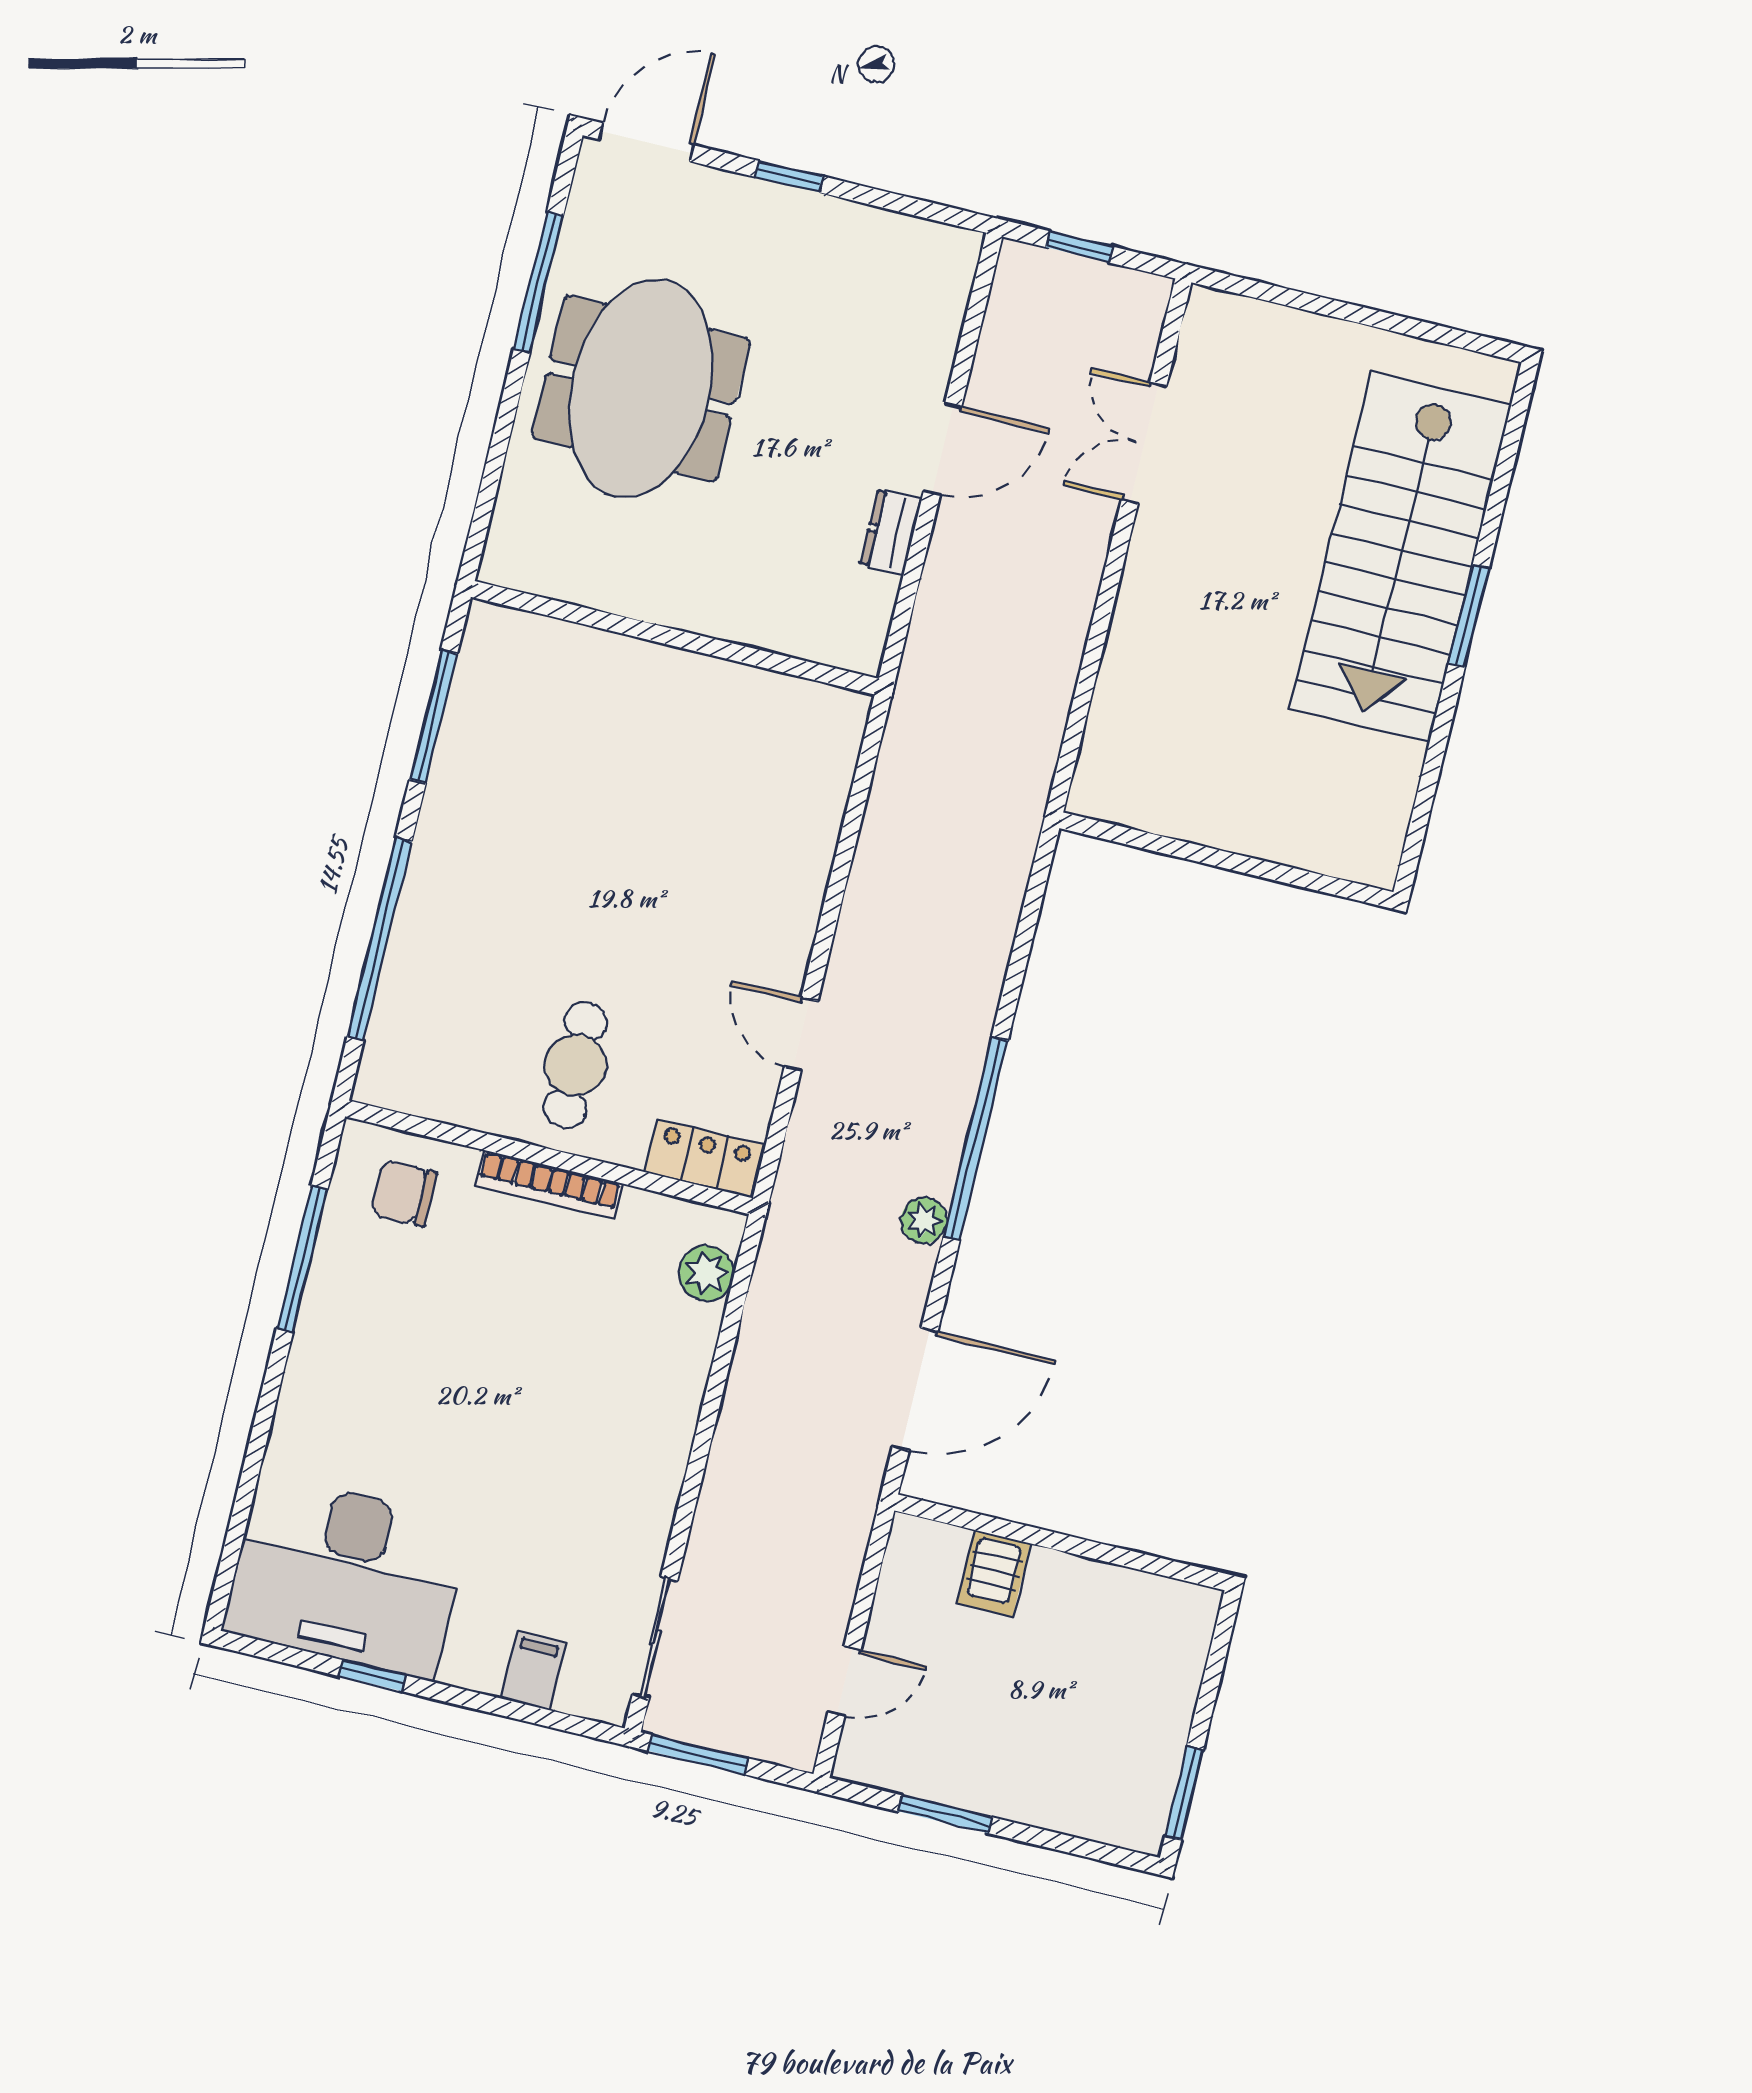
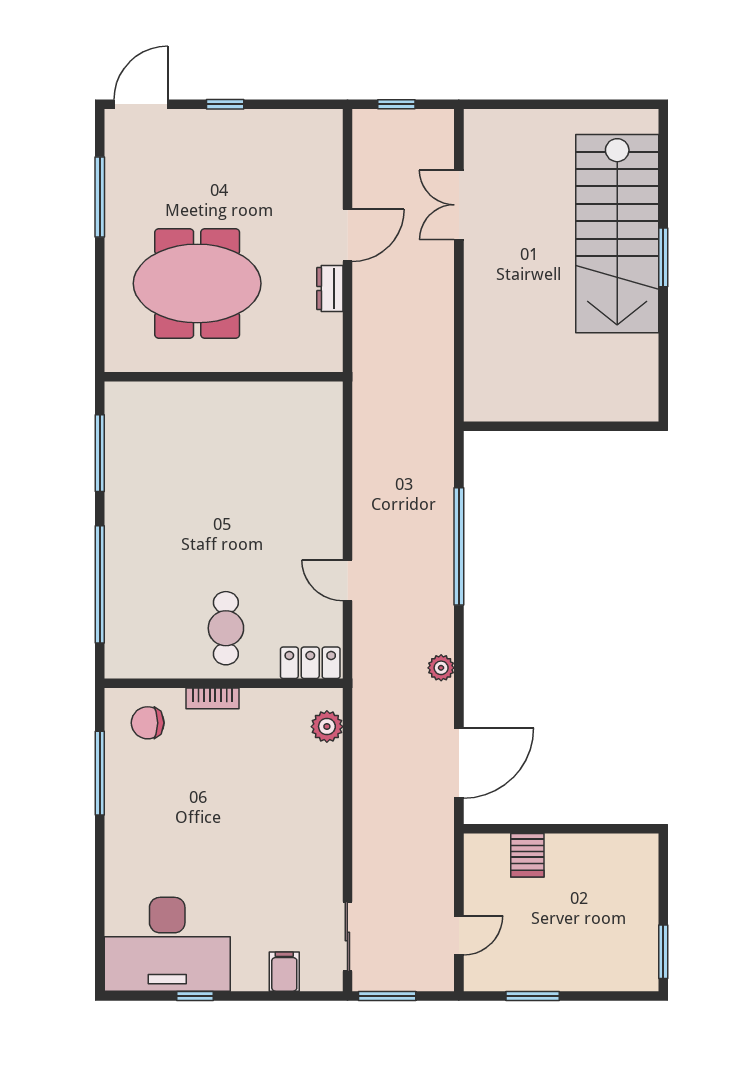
meeting table: (641, 388) -> (197, 283), moved, turned 90
window: (976, 1138) -> (459, 546), moved
bookcase: (549, 1185) -> (212, 698), width x0.64

